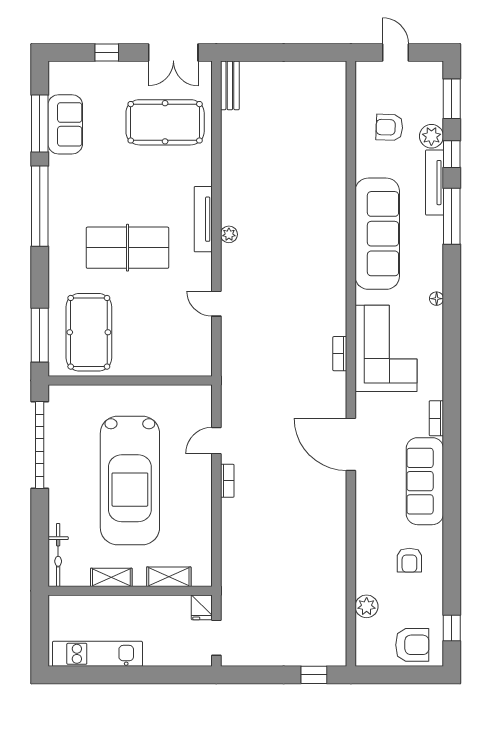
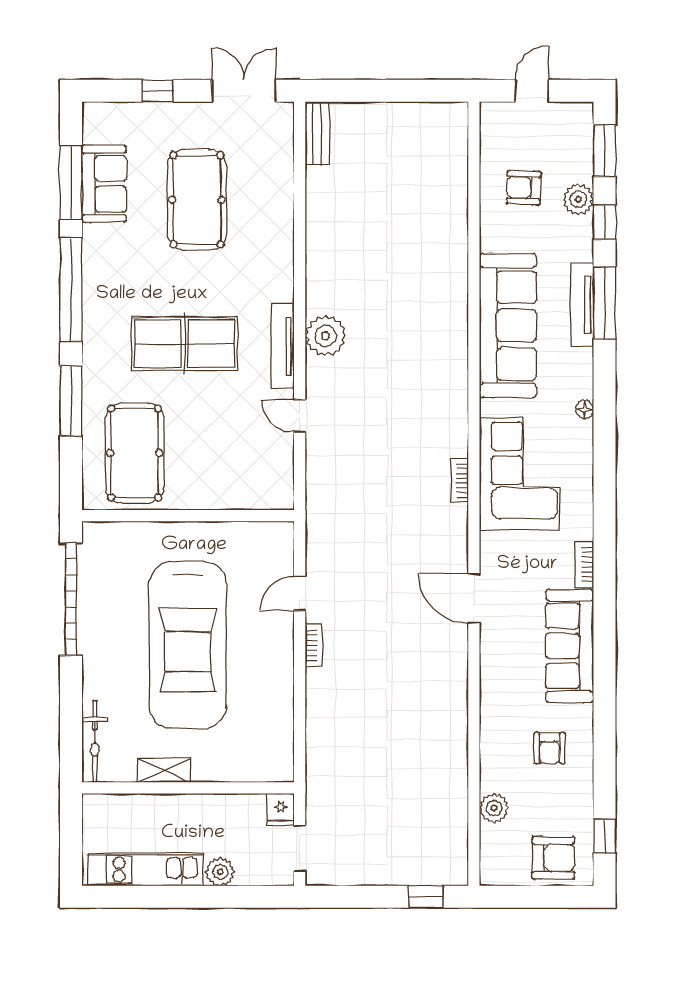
double door: (173, 53) -> (244, 91), swing flipped
door: (396, 53) -> (532, 91), hinge flipped
pool table: (165, 122) -> (197, 200), moved, turned 90
tv unit: (435, 183) -> (582, 305), moved
tv unit: (203, 219) -> (283, 347), moved
plant: (229, 234) -> (325, 336), width x1.88, depth x1.88
window: (40, 335) -> (71, 401), moved
door: (351, 444) -> (474, 598), width x0.73
shelving: (169, 577) -> (238, 770), removed
plant: (155, 656) -> (220, 872), added

